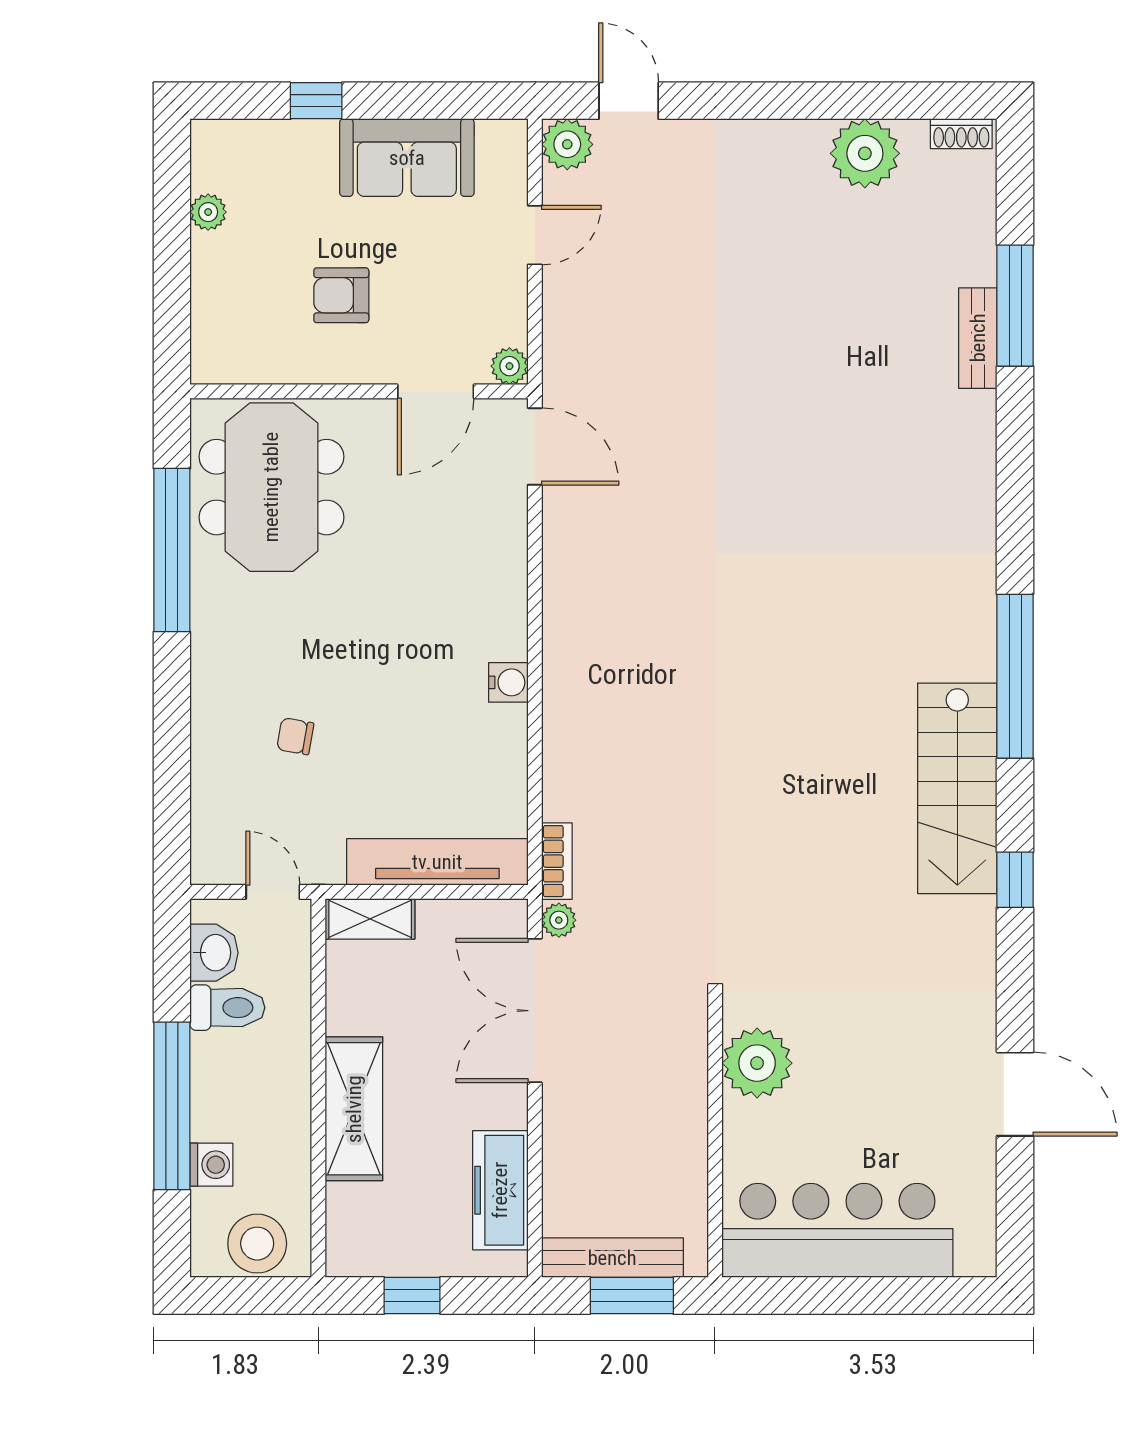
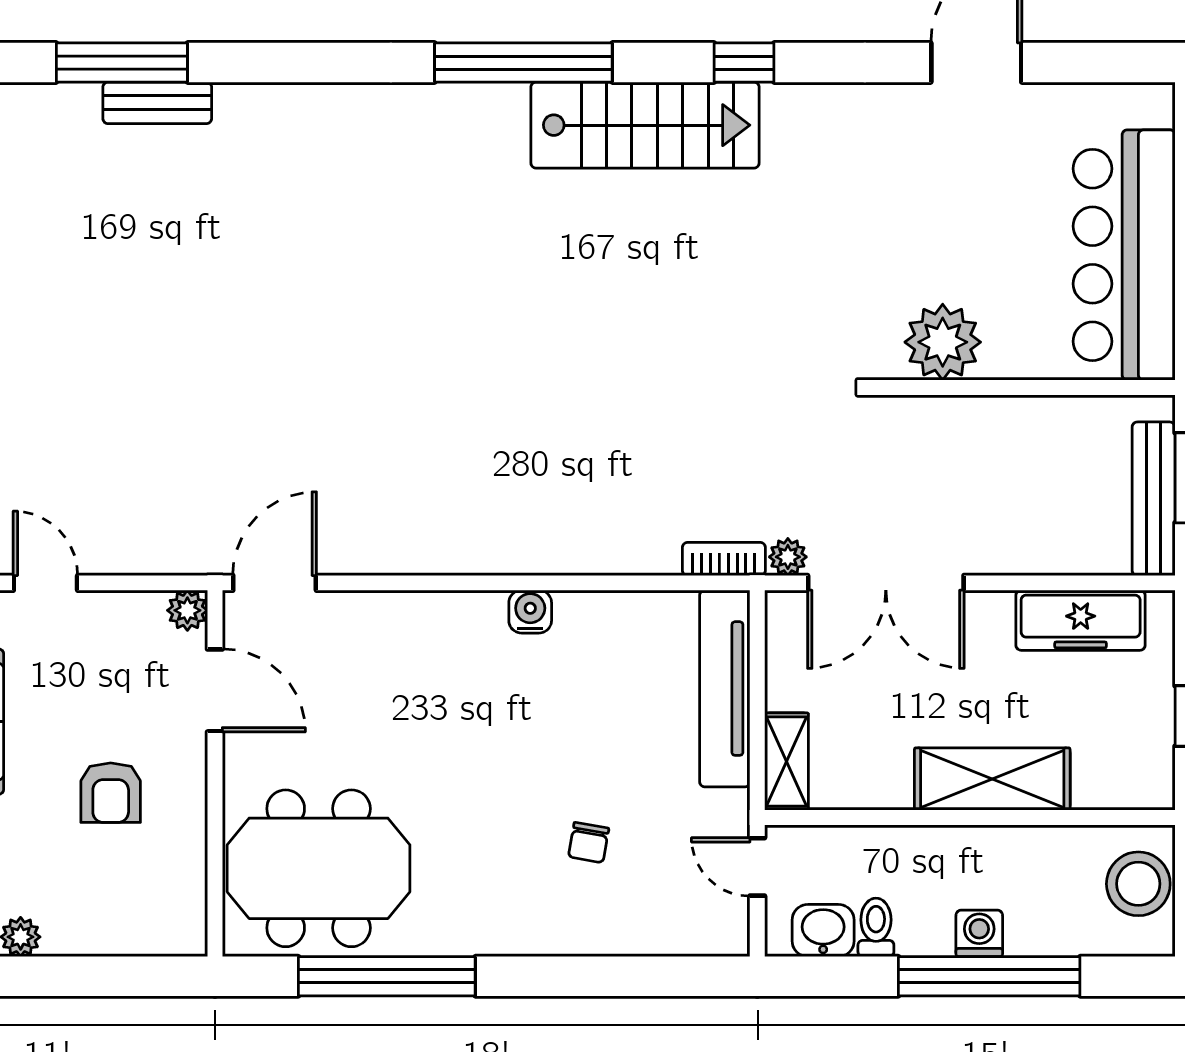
door: (273, 892) -> (757, 867), hinge flipped
toilet: (227, 1008) -> (876, 927), width x0.73, depth x0.72
washing machine: (211, 1165) -> (979, 933), moved

